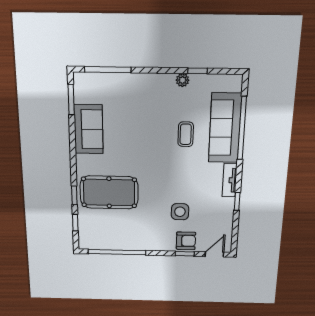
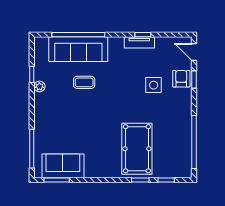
sofa: (88, 129) -> (63, 166), moved
tv unit: (230, 180) -> (139, 42), moved

